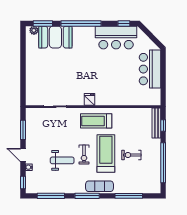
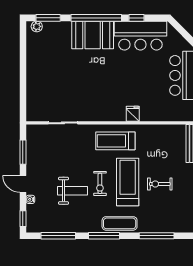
window: (124, 23) -> (137, 18), moved
booth: (55, 37) -> (93, 35), moved
fridge: (90, 99) -> (133, 114), moved

